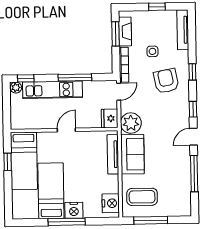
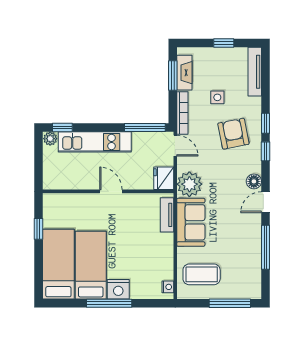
window: (75, 78) -> (145, 128), moved
door: (119, 92) -> (175, 146), hinge flipped
window: (193, 109) -> (266, 151), moved
floor lamp: (184, 120) -> (254, 181), added
door: (66, 130) -> (111, 191), hinge flipped
tv unit: (113, 154) -> (167, 215), width x0.71
bed: (24, 161) -> (58, 264), moved, turned 180
nightstand: (111, 203) -> (168, 287), width x0.53, depth x0.56
window: (151, 220) -> (230, 303), moved

